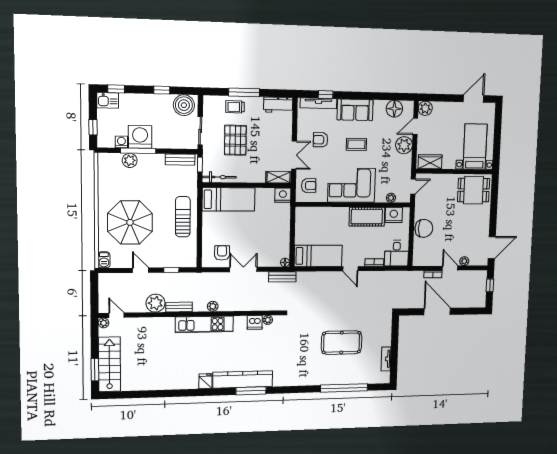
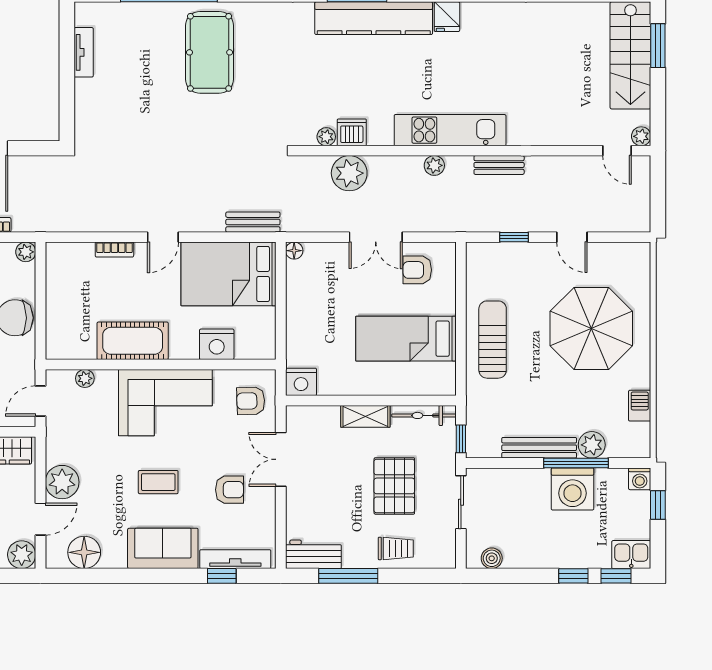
window: (162, 90) -> (573, 576), moved
window: (244, 92) -> (348, 576), moved
boiler: (184, 105) -> (492, 558), width x0.54, depth x0.54
washing machine: (121, 142) -> (640, 479), moved
bench: (180, 160) -> (539, 448), moved, width x1.36
shelving: (279, 177) -> (365, 416), moved
bed: (229, 199) -> (406, 339), moved
nightstand: (394, 215) -> (217, 344), moved
sun lounger: (183, 217) -> (493, 340), turned 180
armchair: (222, 253) -> (417, 270), turned 90
desk: (397, 253) -> (69, 268), removed
bed: (318, 256) -> (228, 274), width x1.50
barbecue: (104, 260) -> (640, 406), moved
plant: (417, 261) -> (26, 252), added
door: (350, 269) -> (163, 237), swing flipped
bench: (282, 277) -> (253, 222), moved
plant: (155, 303) -> (349, 173), moved
pool table: (342, 343) -> (210, 52), moved, turned 90

